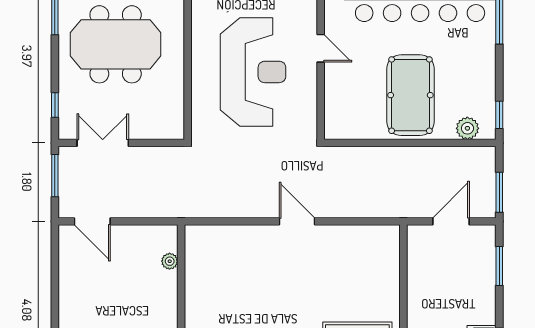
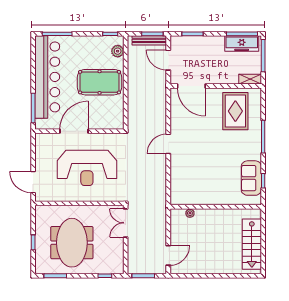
door: (321, 48) -> (74, 131), width x1.88
reception desk: (253, 72) -> (87, 168), turned 180
double door: (103, 143) -> (126, 223), moved
bench: (487, 187) -> (149, 40), added
door: (403, 264) -> (191, 86), added

